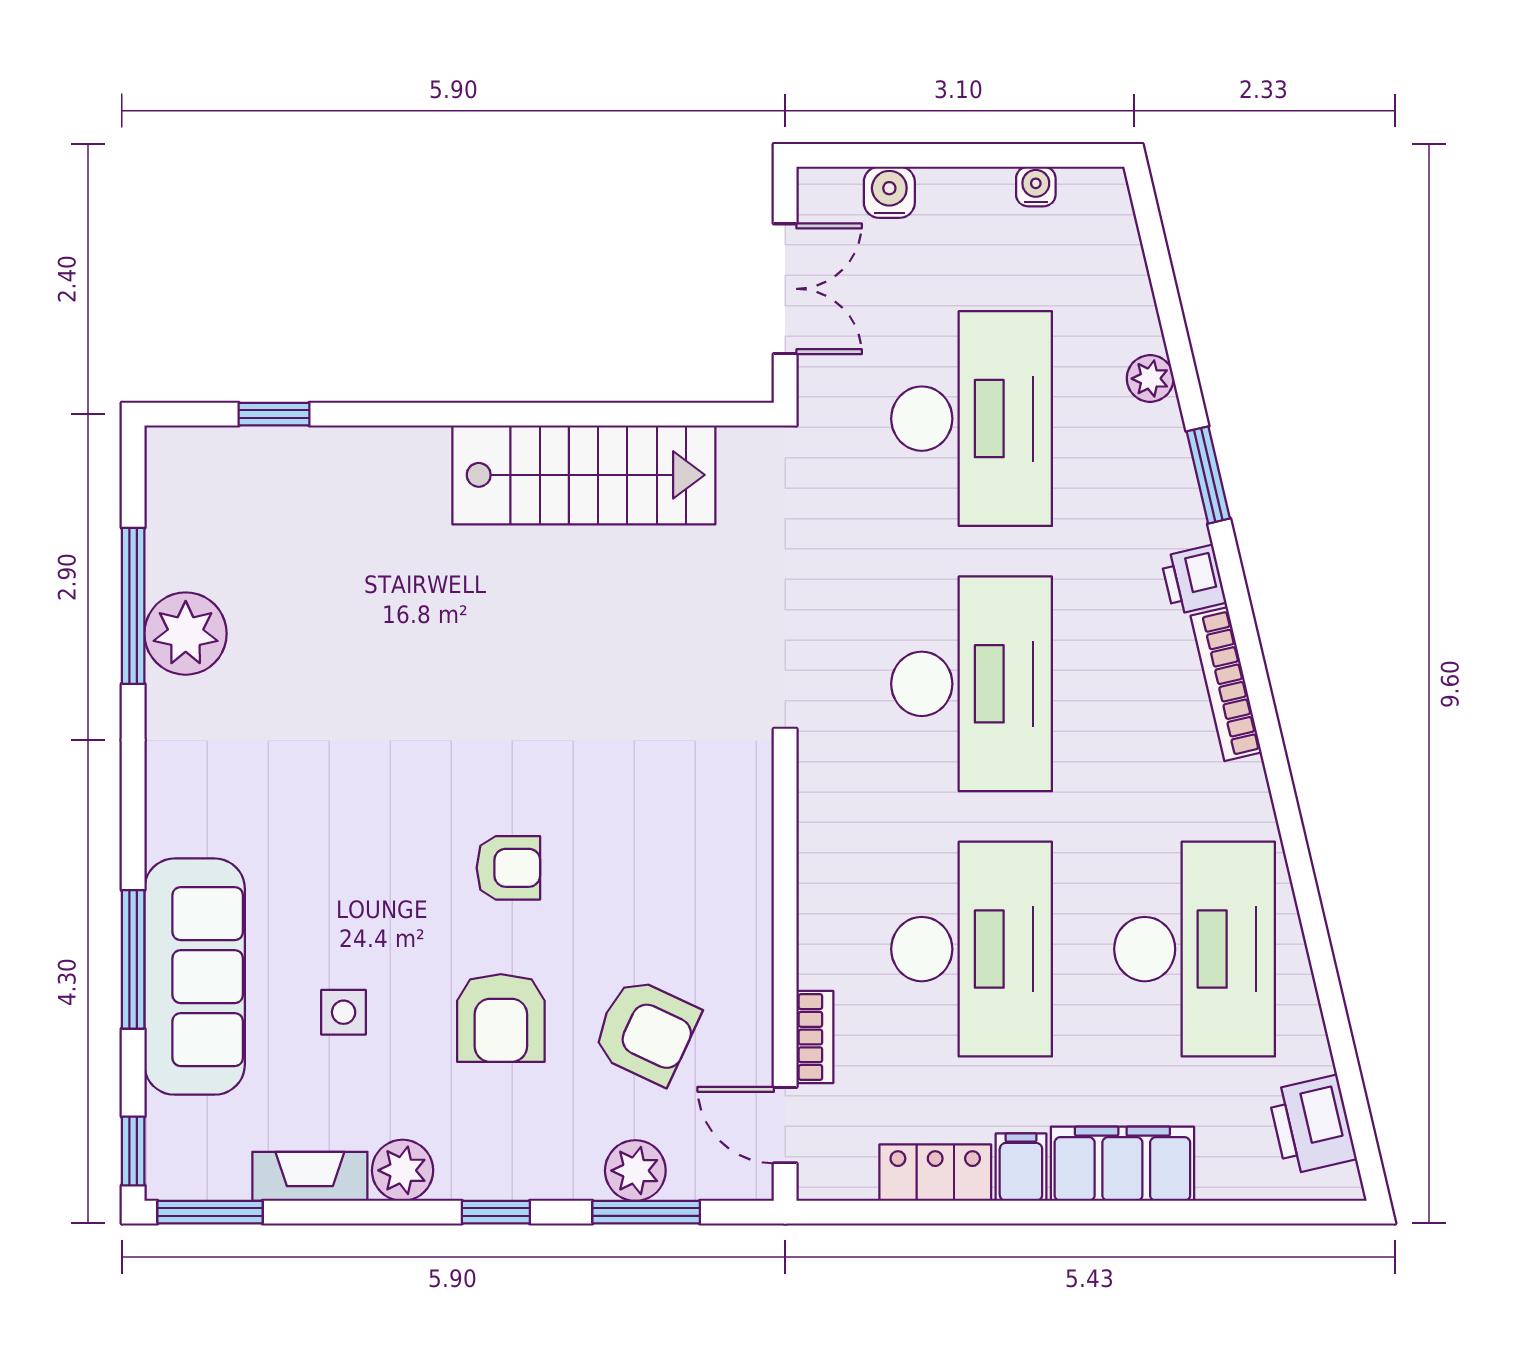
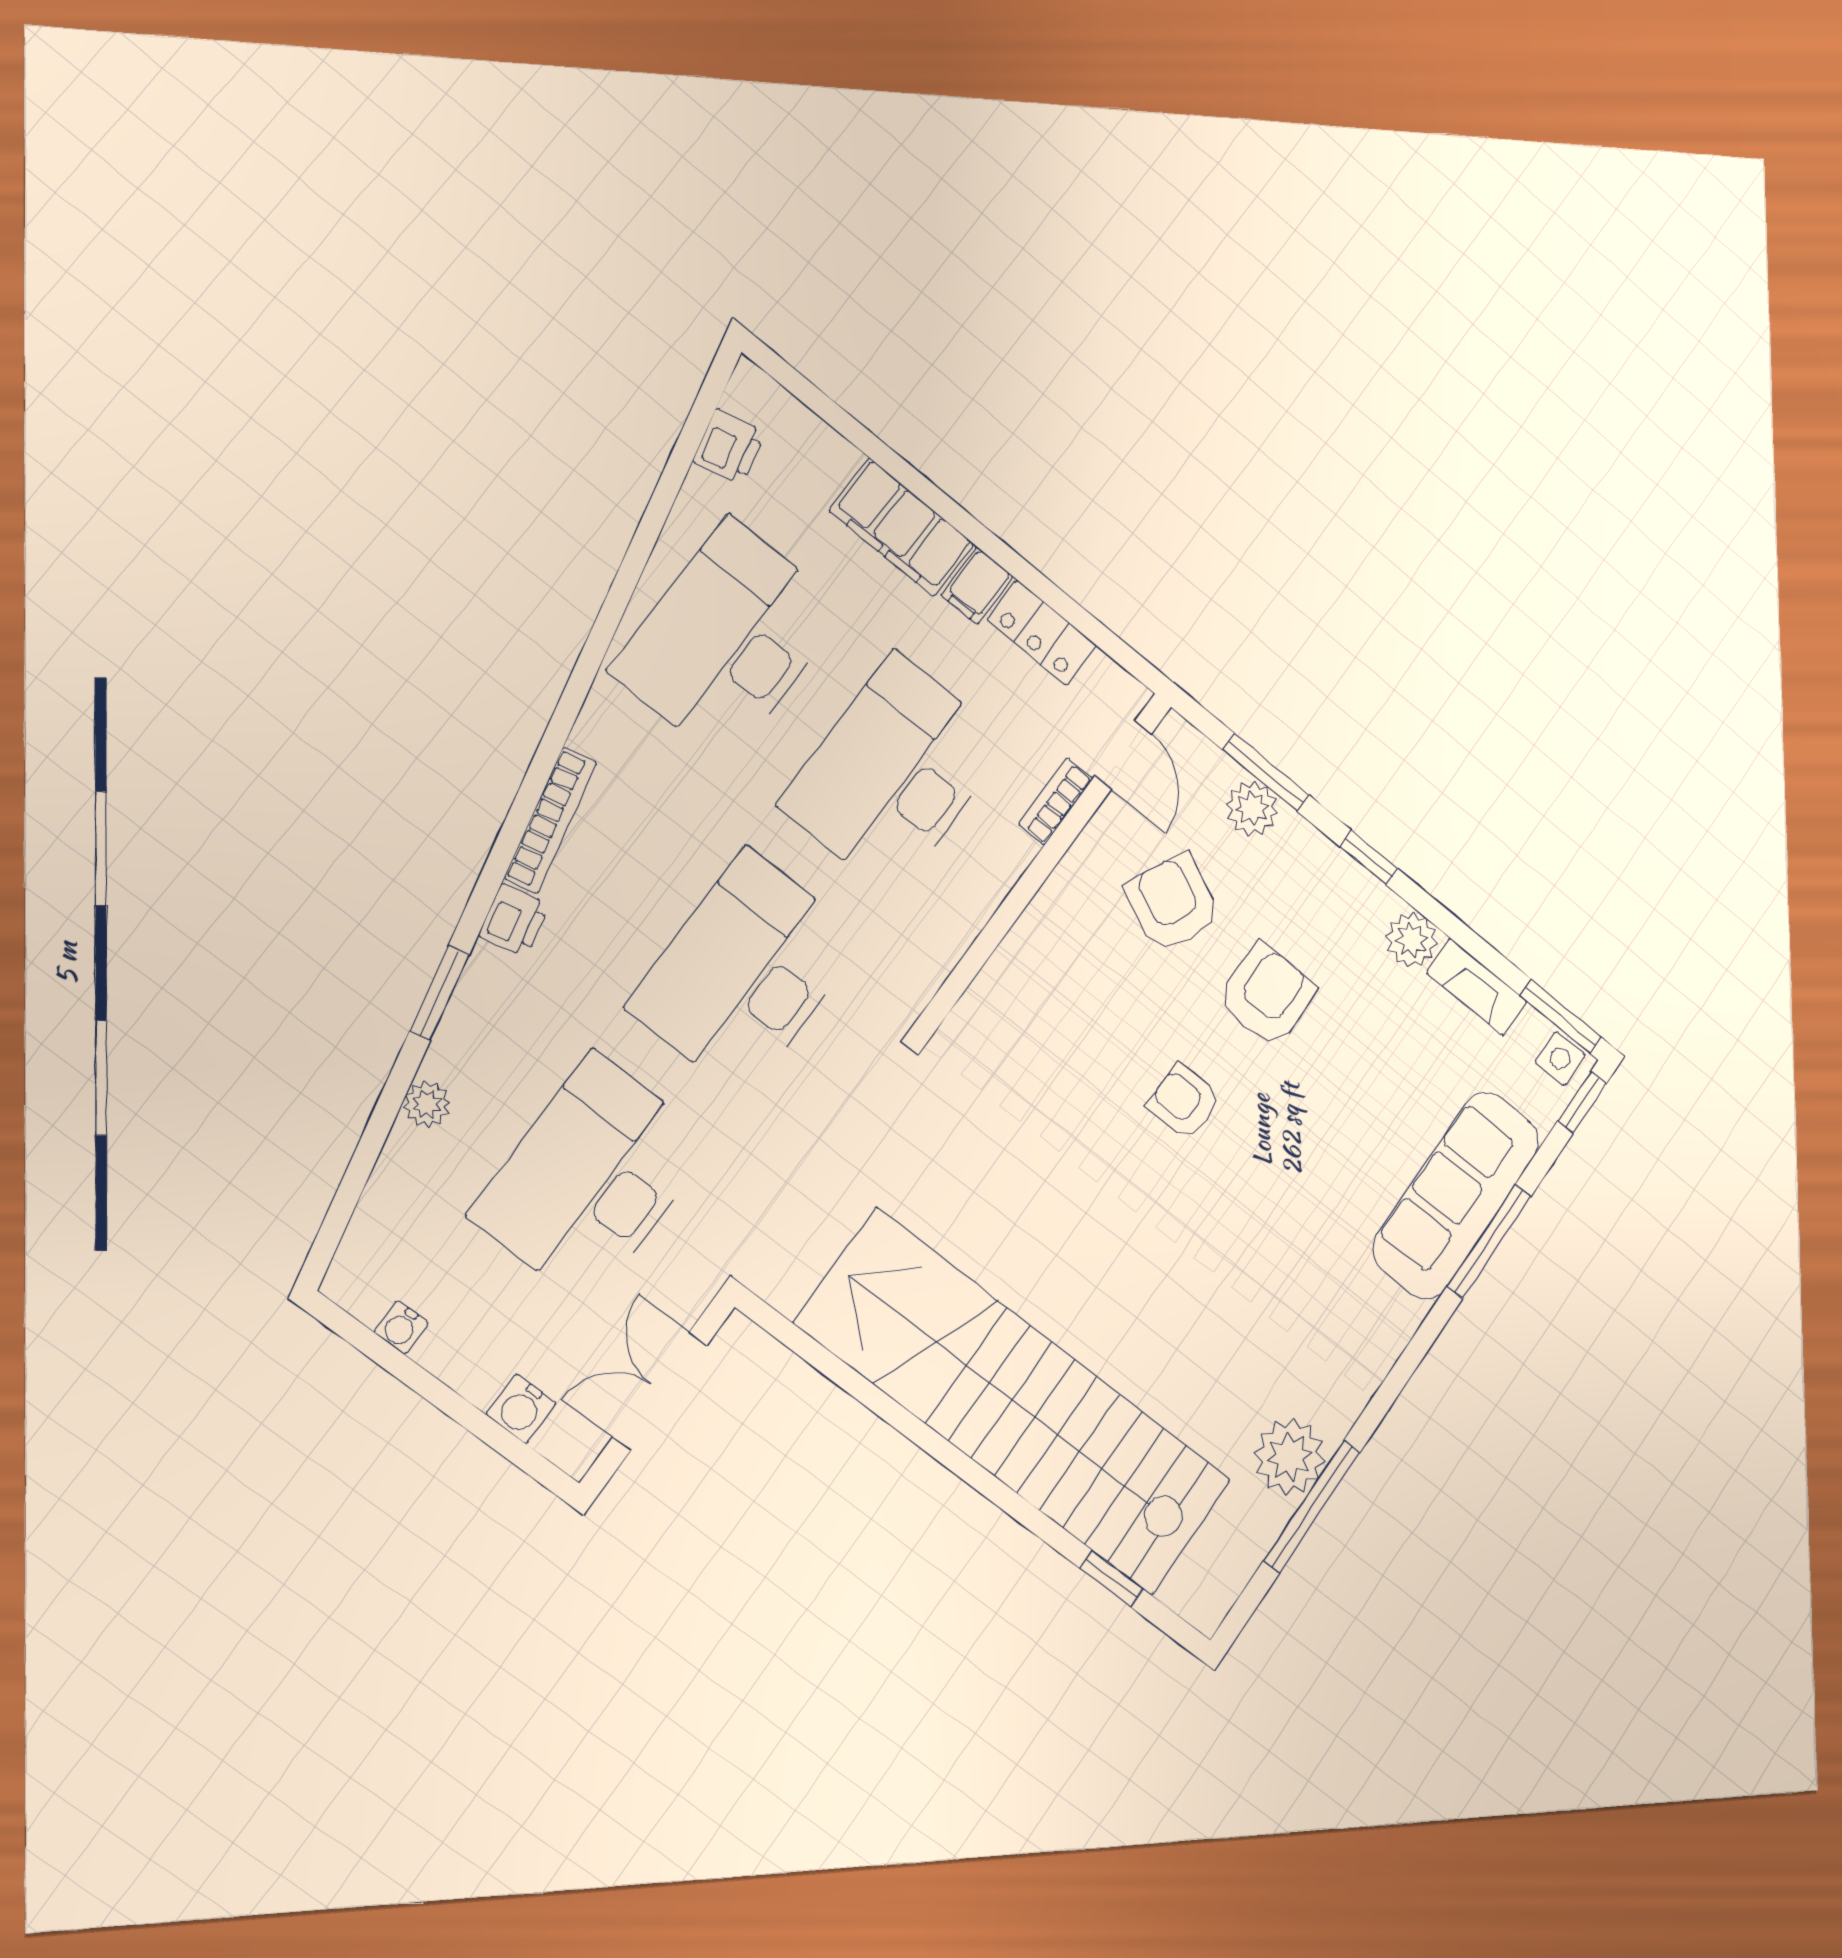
stairs: (584, 475) -> (1015, 1403), width x1.86, depth x1.51
side table: (344, 1012) -> (1560, 1059), moved
printer: (1312, 1125) -> (729, 447), width x0.73, depth x0.81

